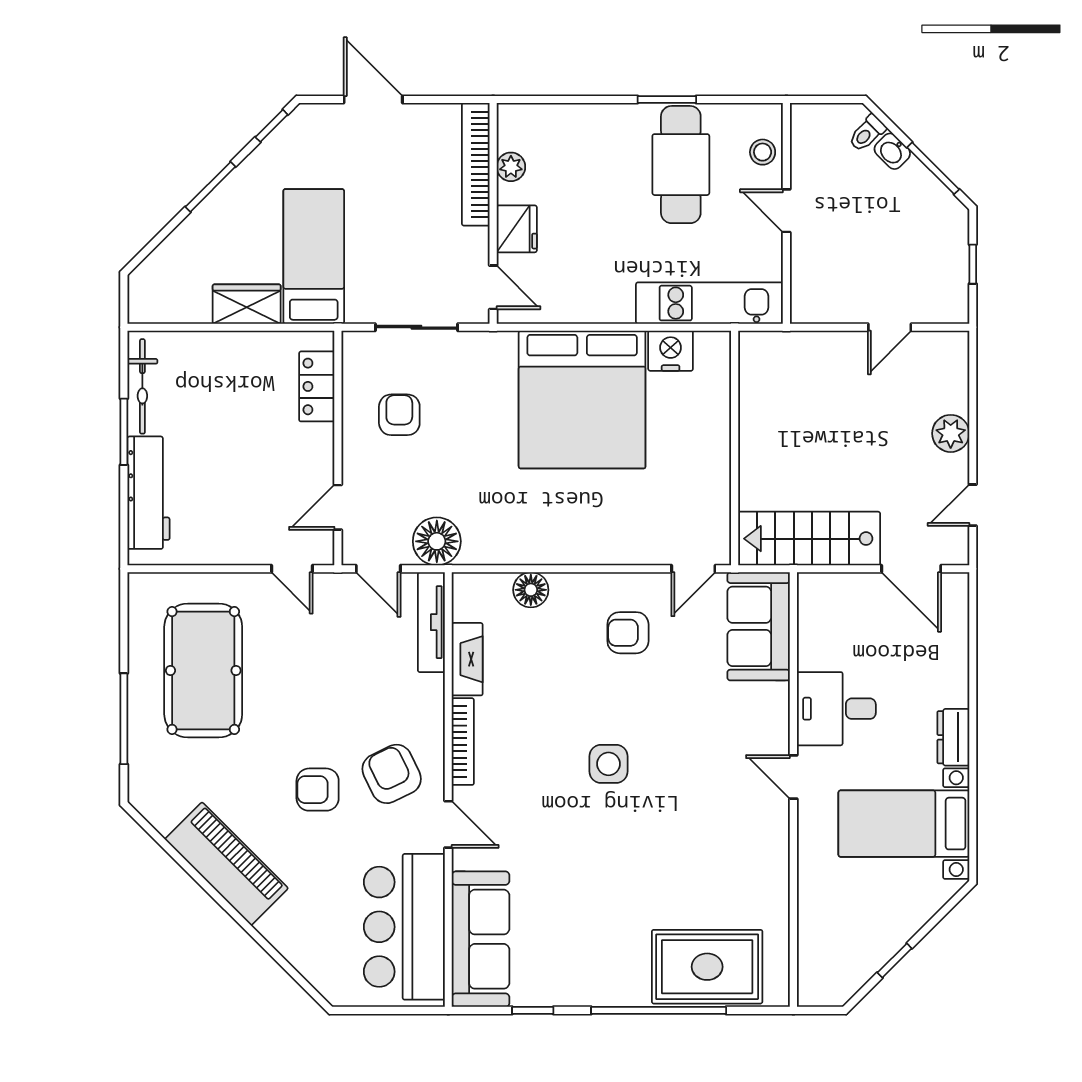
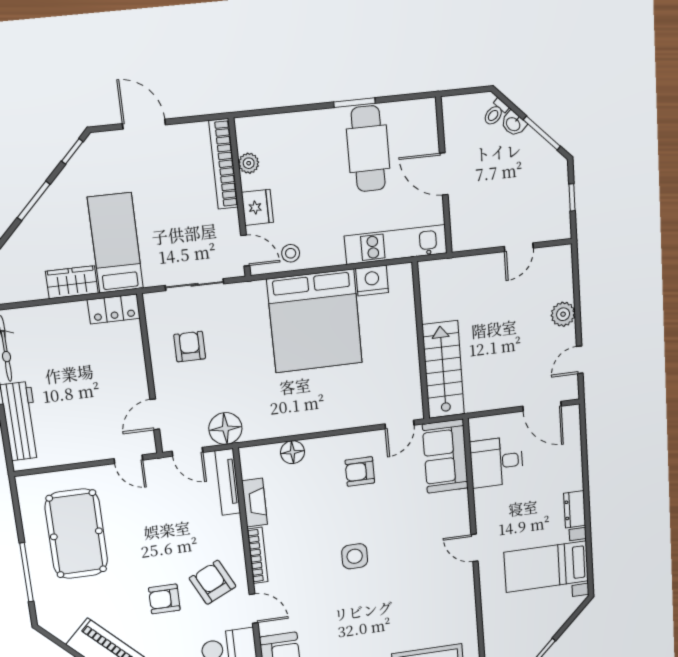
stool: (763, 152) -> (291, 253), moved
door: (786, 211) -> (444, 174), width x1.38
locker: (317, 386) -> (114, 309), moved, turned -90
stairs: (809, 539) -> (443, 370), moved, turned 90
desk: (836, 709) -> (497, 462), moved

